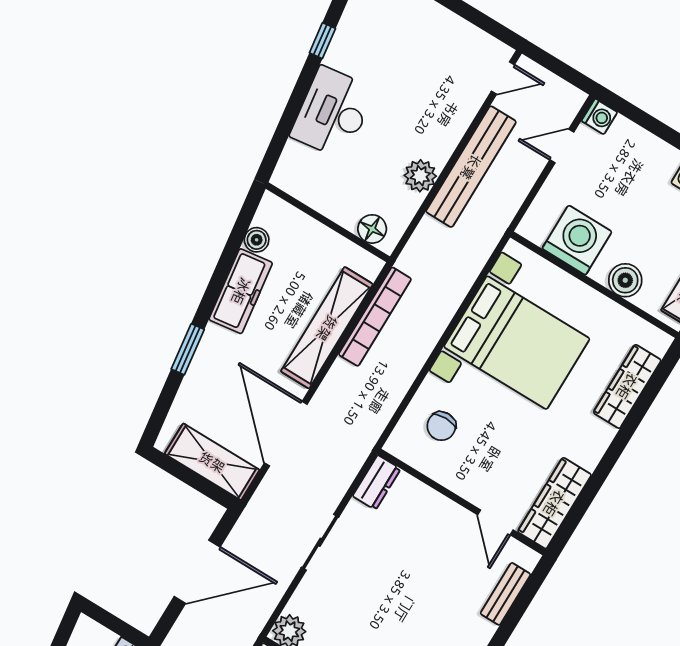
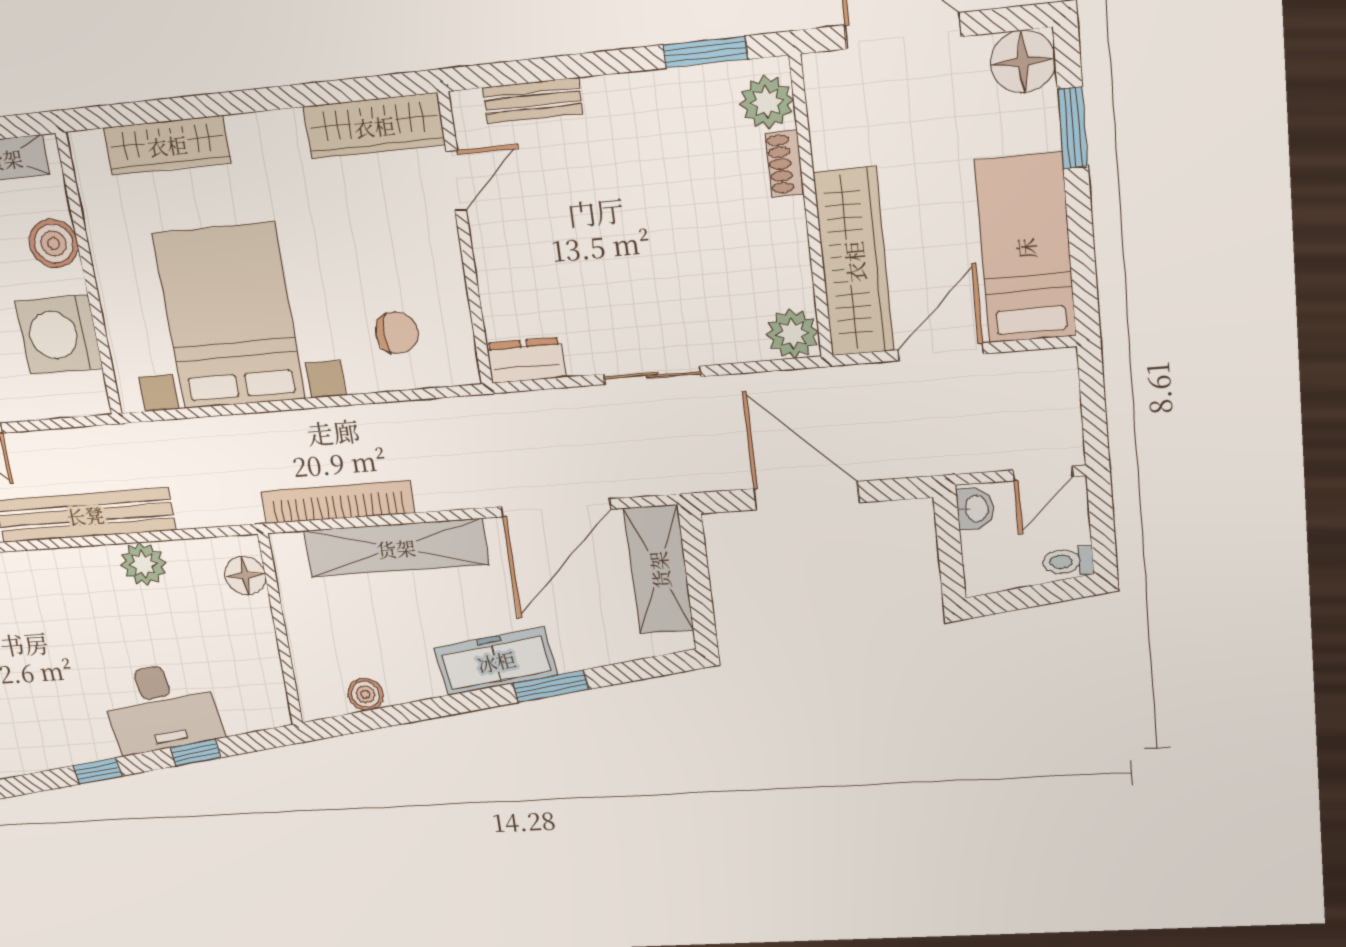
window: (292, 110) -> (196, 753), added
freezer: (241, 291) -> (496, 661), moved

